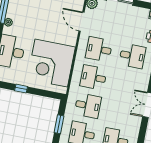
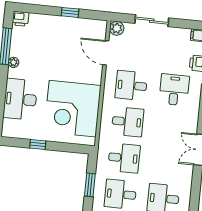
desk: (132, 56) -> (174, 90), turned -90
desk: (93, 77) -> (128, 122), turned 180

